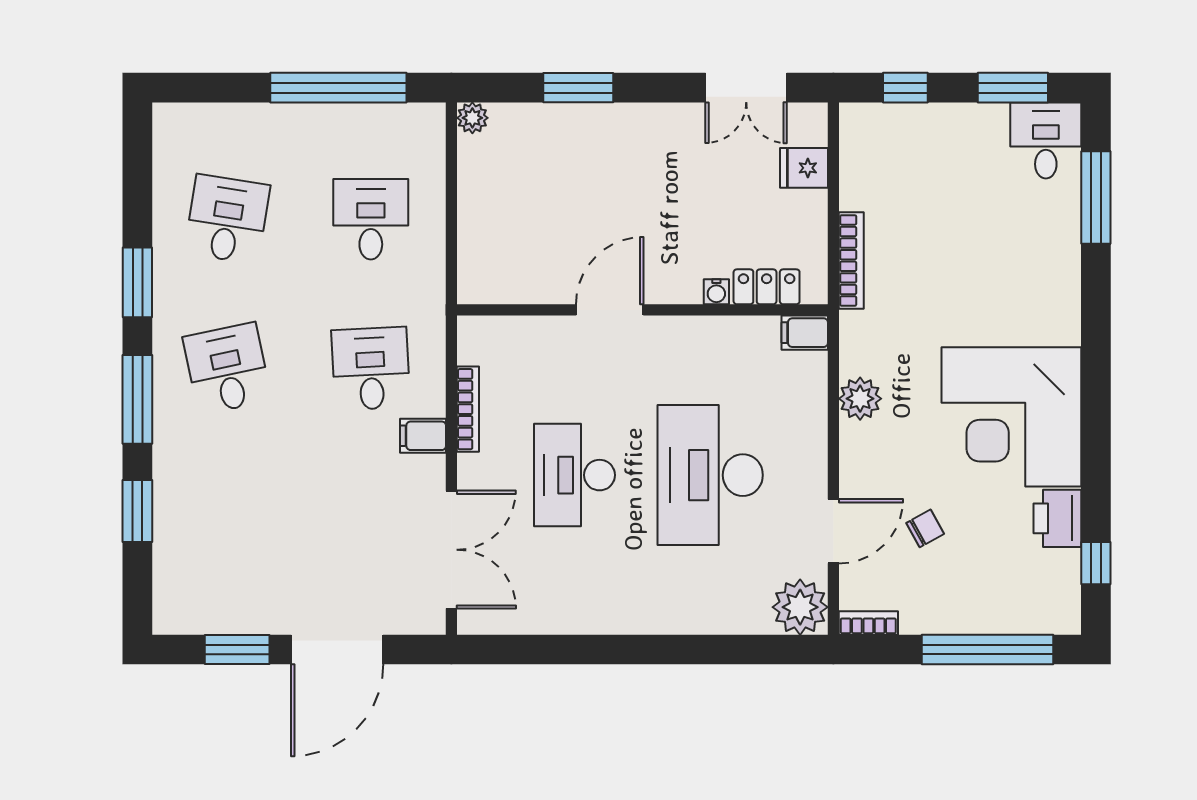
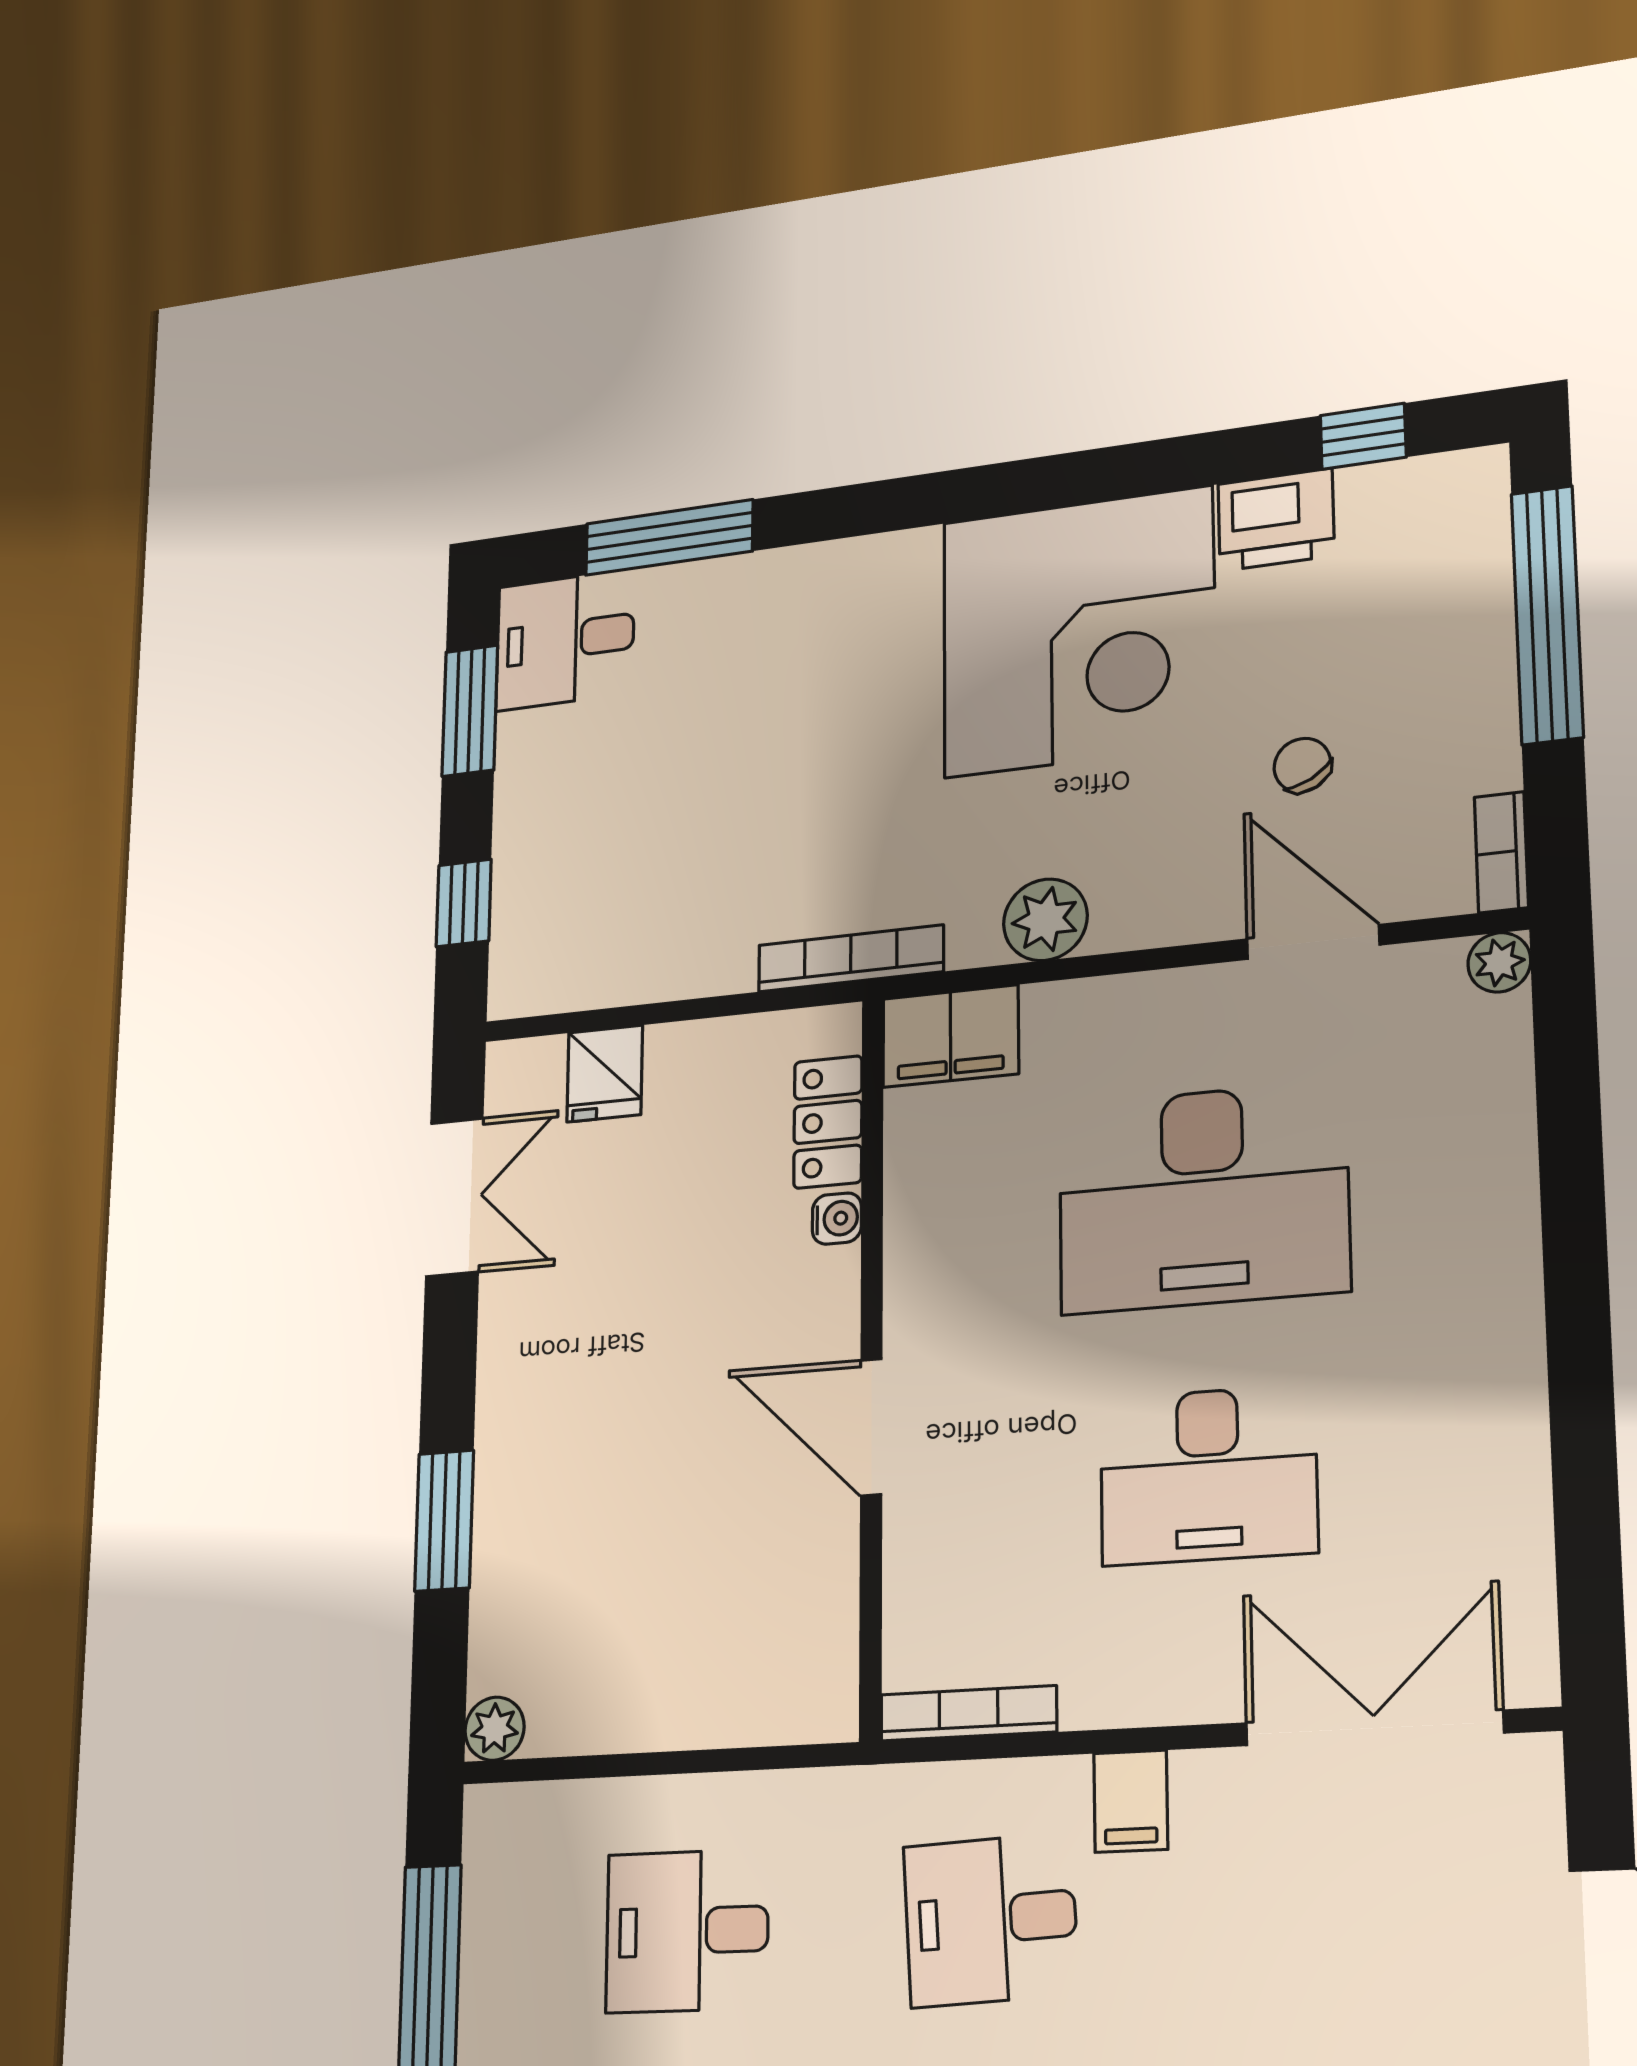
bookcase: (851, 260) -> (851, 958), moved
filing cabinet: (805, 333) -> (951, 1036), width x2.00
bookcase: (468, 409) -> (968, 1713), moved
plant: (800, 607) -> (1499, 962), width x0.53, depth x0.53

